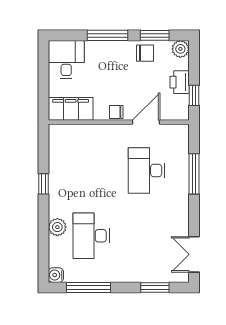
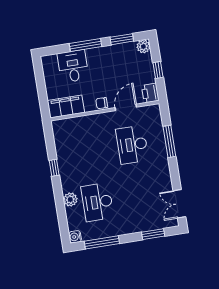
chair: (145, 53) -> (117, 54), removed
desk: (66, 60) -> (73, 66), moved
printer: (180, 82) -> (150, 93), moved
window: (194, 95) -> (158, 70), moved

